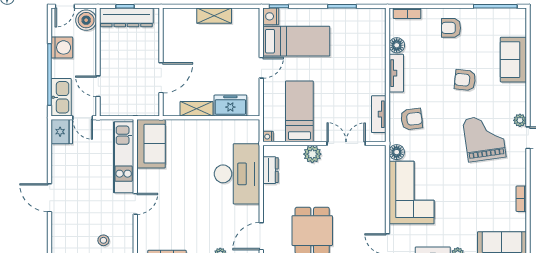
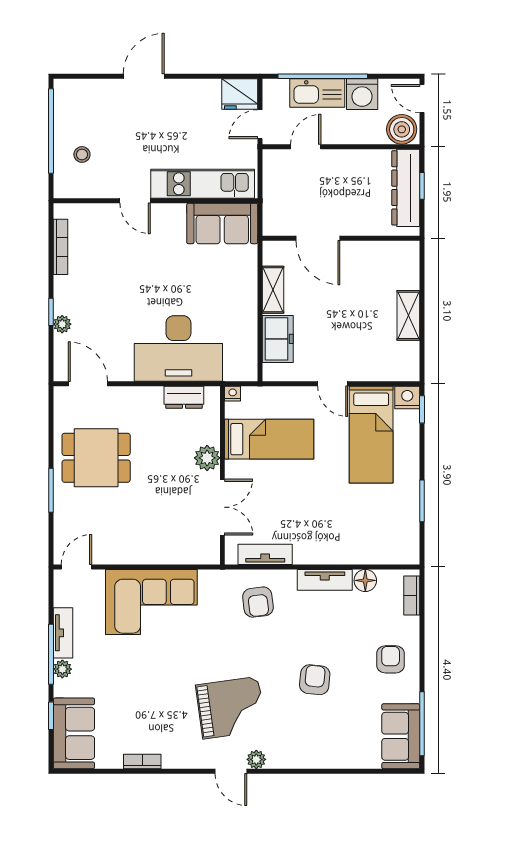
sofa: (513, 60) -> (401, 736), moved, turned -90
kitchen sink: (61, 97) -> (317, 93), moved
floor lamp: (397, 152) -> (210, 580), removed

